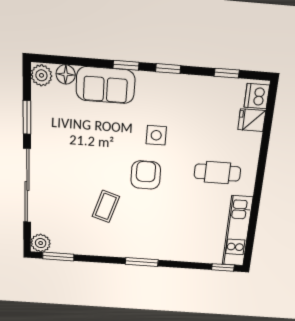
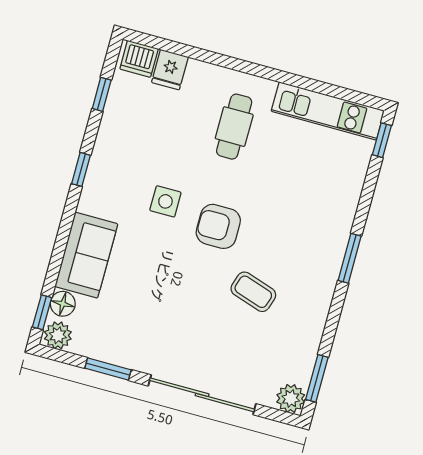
window: (126, 65) -> (42, 312), moved

